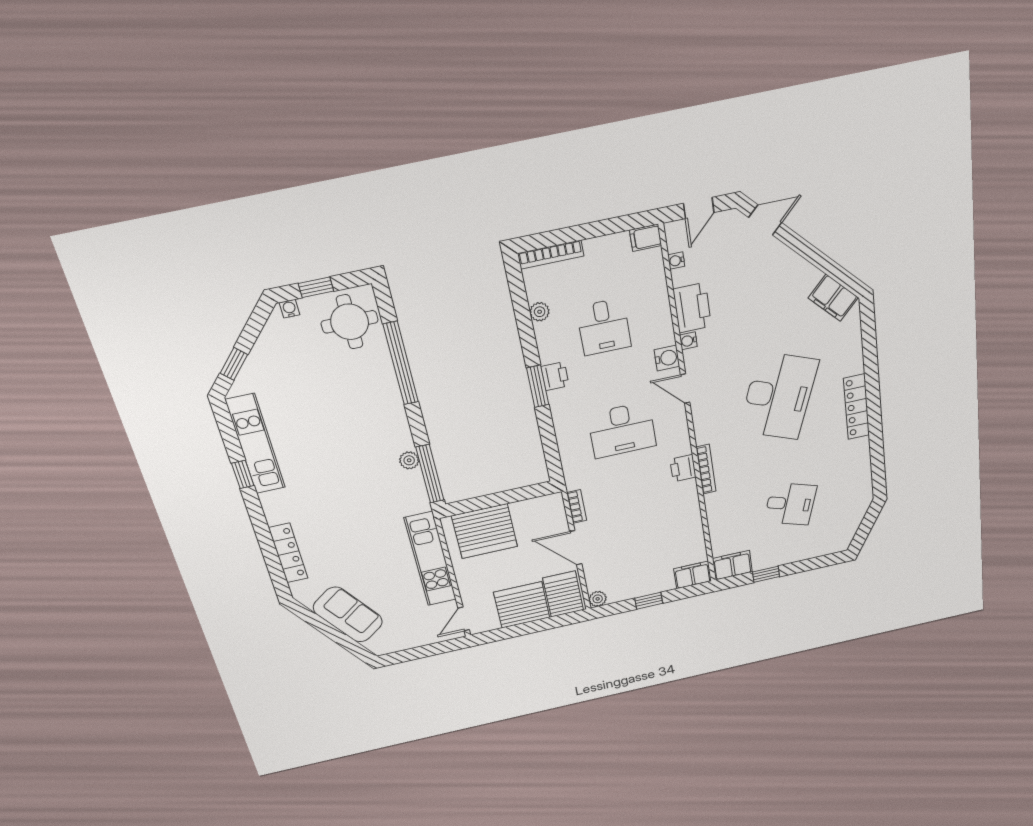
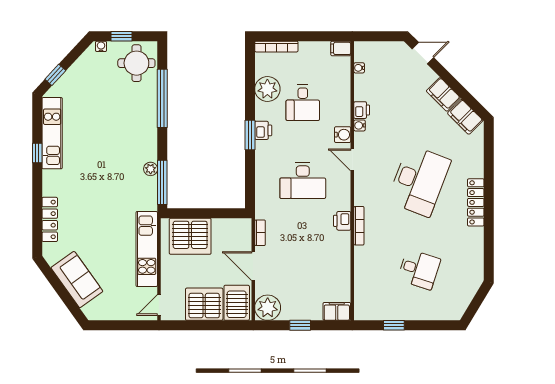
door: (699, 208) -> (379, 36), removed
printer: (692, 308) -> (362, 110), width x0.53, depth x0.68
plant: (540, 312) -> (267, 89), width x1.88, depth x1.88
filing cabinet: (732, 565) -> (443, 94), moved, turned -135
plant: (598, 599) -> (268, 308), width x1.88, depth x1.88

